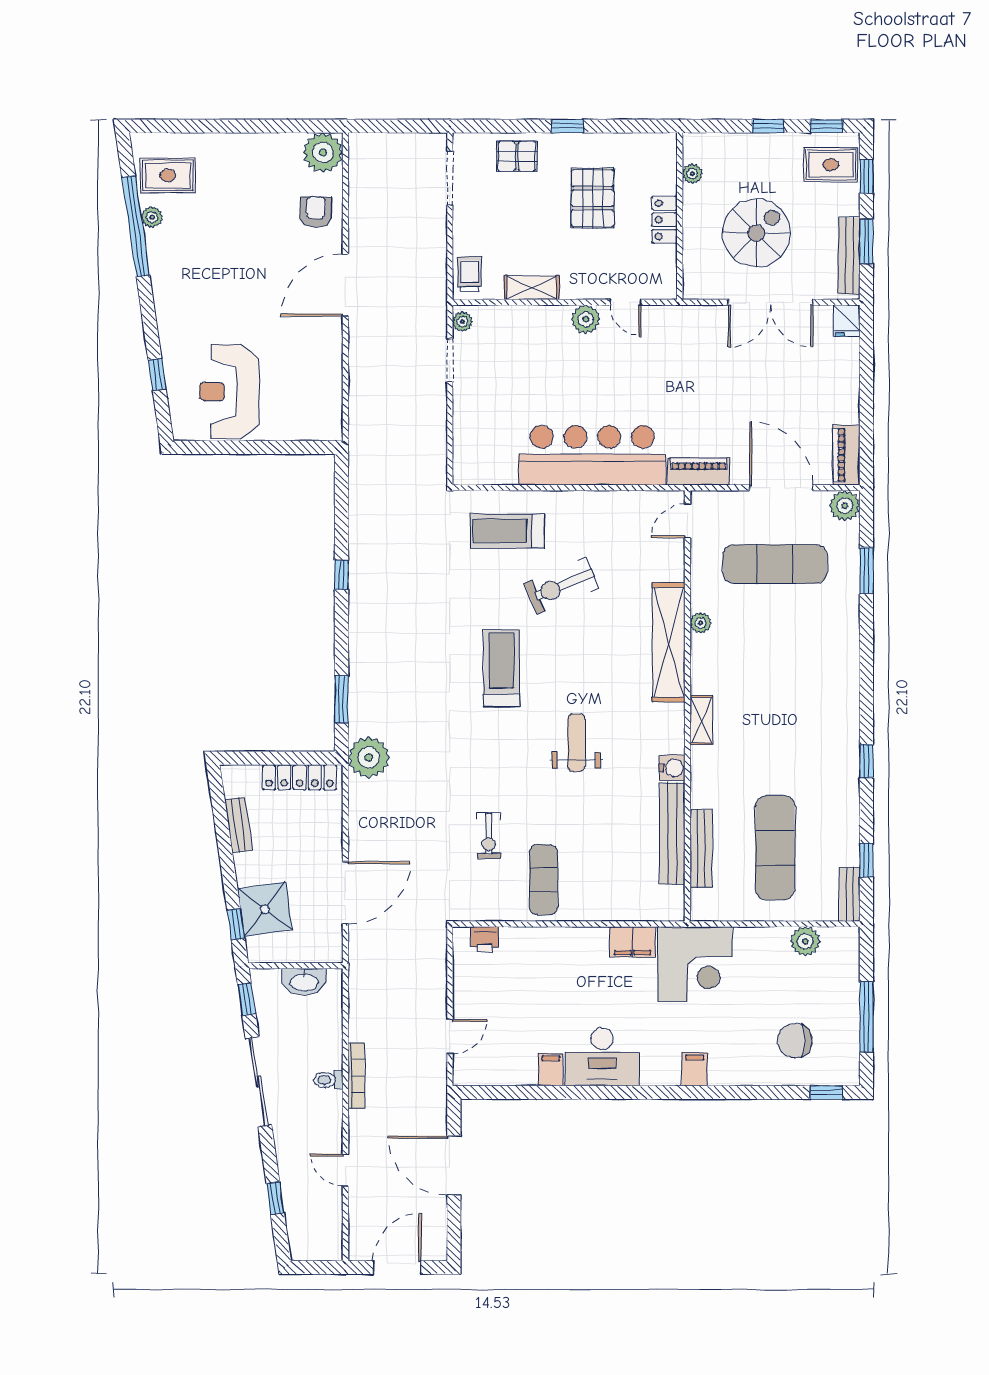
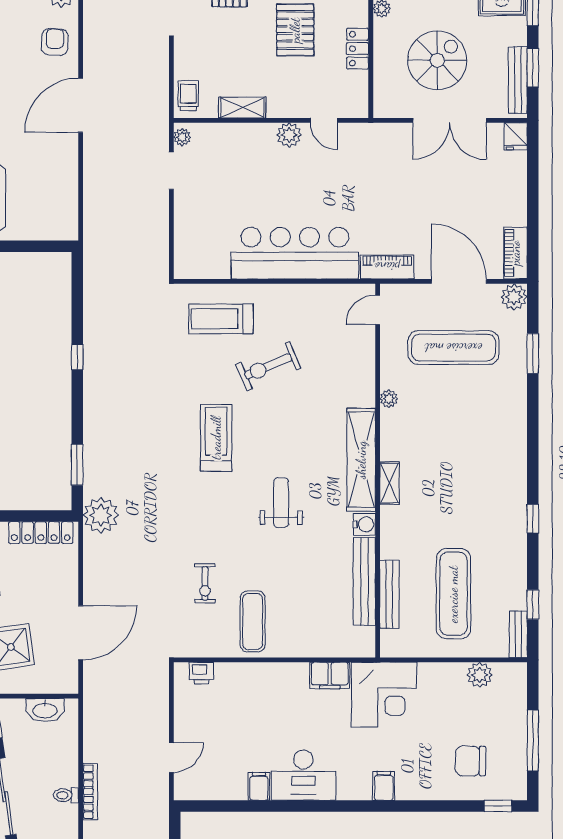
shelving: (669, 642) -> (361, 460), moved

